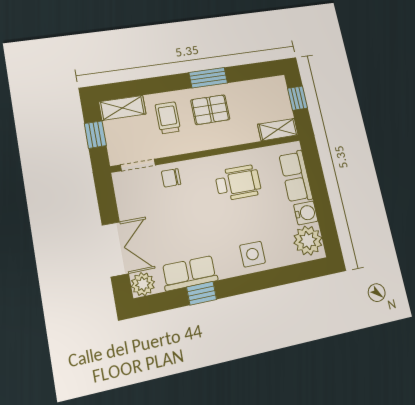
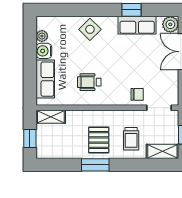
pallet: (210, 110) -> (99, 140), turned 90
wheelchair: (238, 183) -> (89, 82), width x0.73, depth x0.73
plant: (308, 240) -> (42, 36), width x0.53, depth x0.53
side table: (252, 254) -> (90, 29), turned 45

